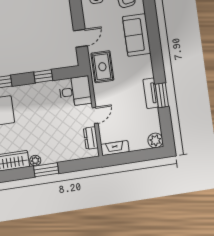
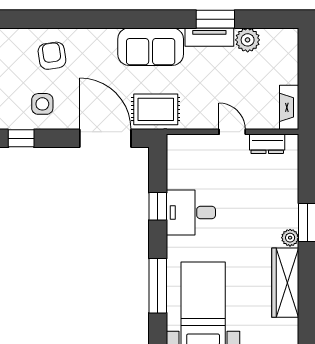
sofa: (137, 35) -> (151, 47), moved
door: (80, 38) -> (105, 138), width x1.87
desk: (75, 91) -> (191, 212), moved, turned -90
plant: (155, 140) -> (248, 40), moved

